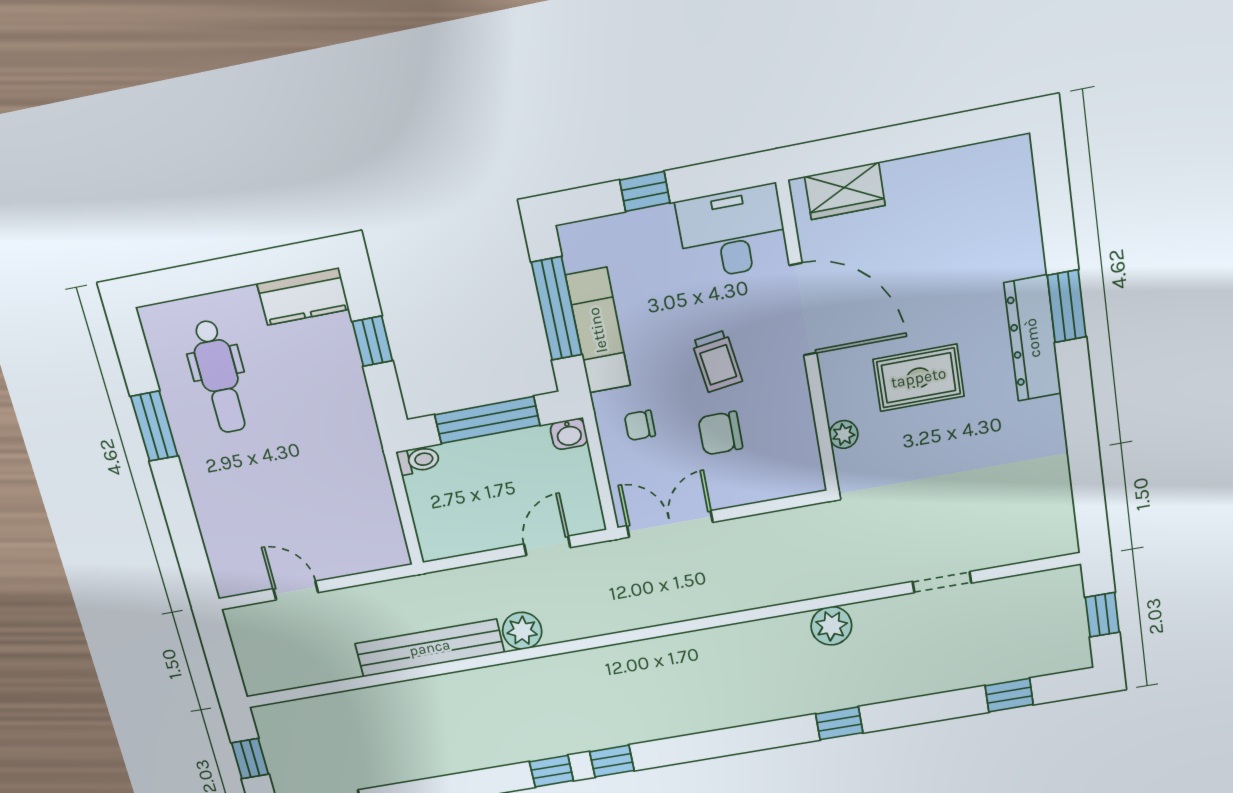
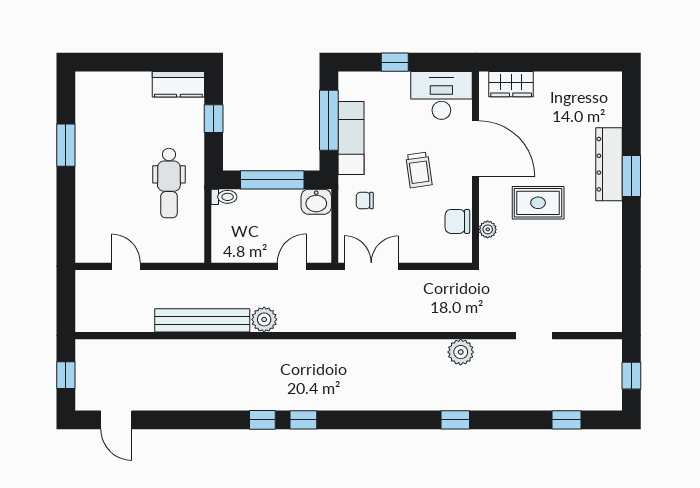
dresser: (1033, 338) -> (609, 164), moved
dental chair: (219, 377) -> (169, 183), moved
chair: (720, 433) -> (457, 221), moved
washbasin: (569, 434) -> (316, 202), width x1.38, depth x1.45

